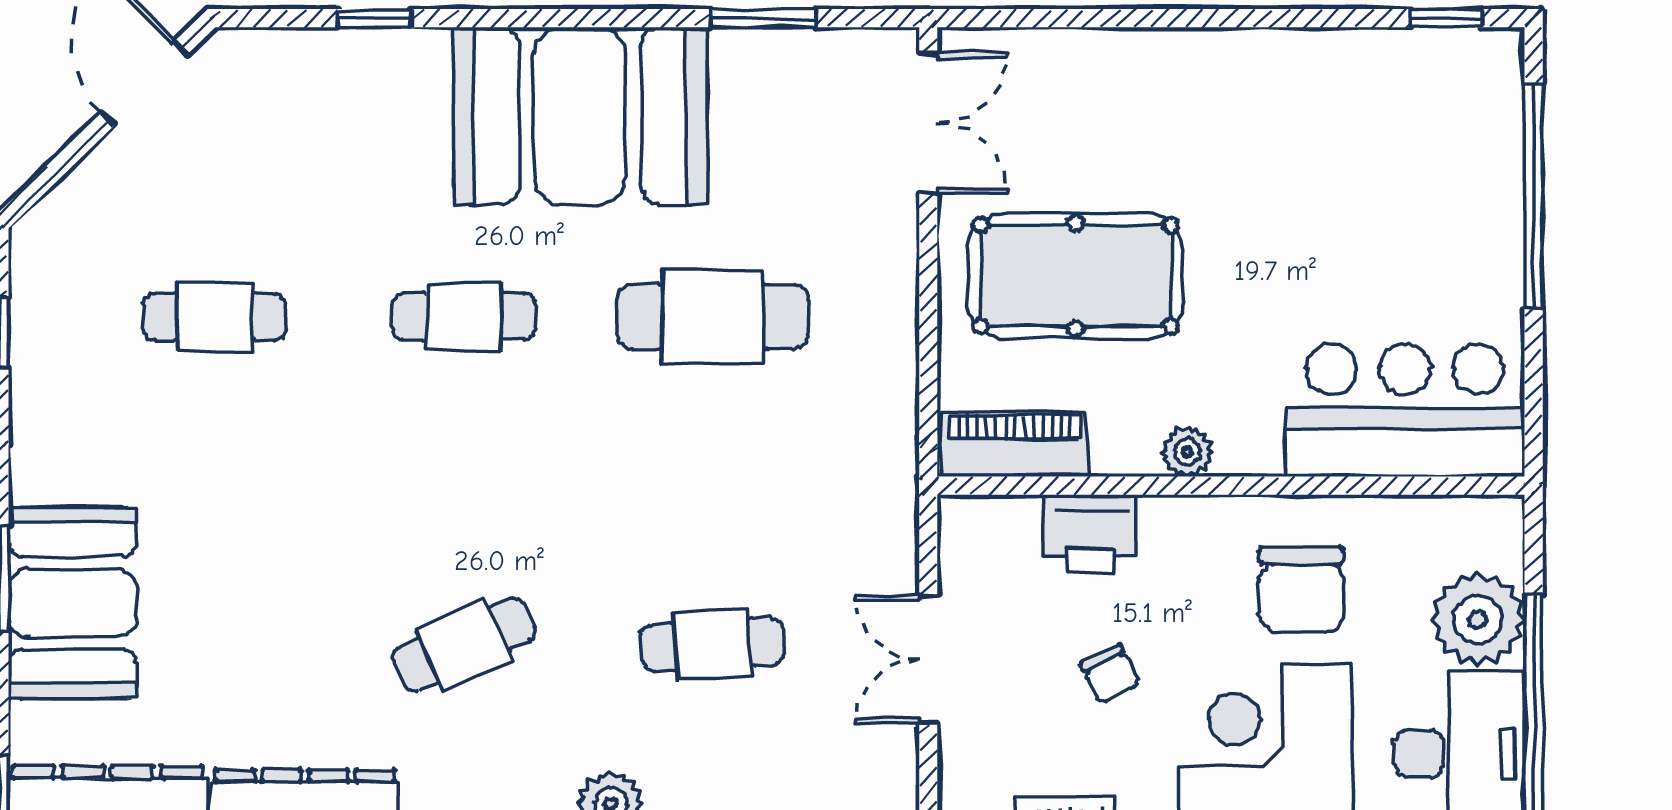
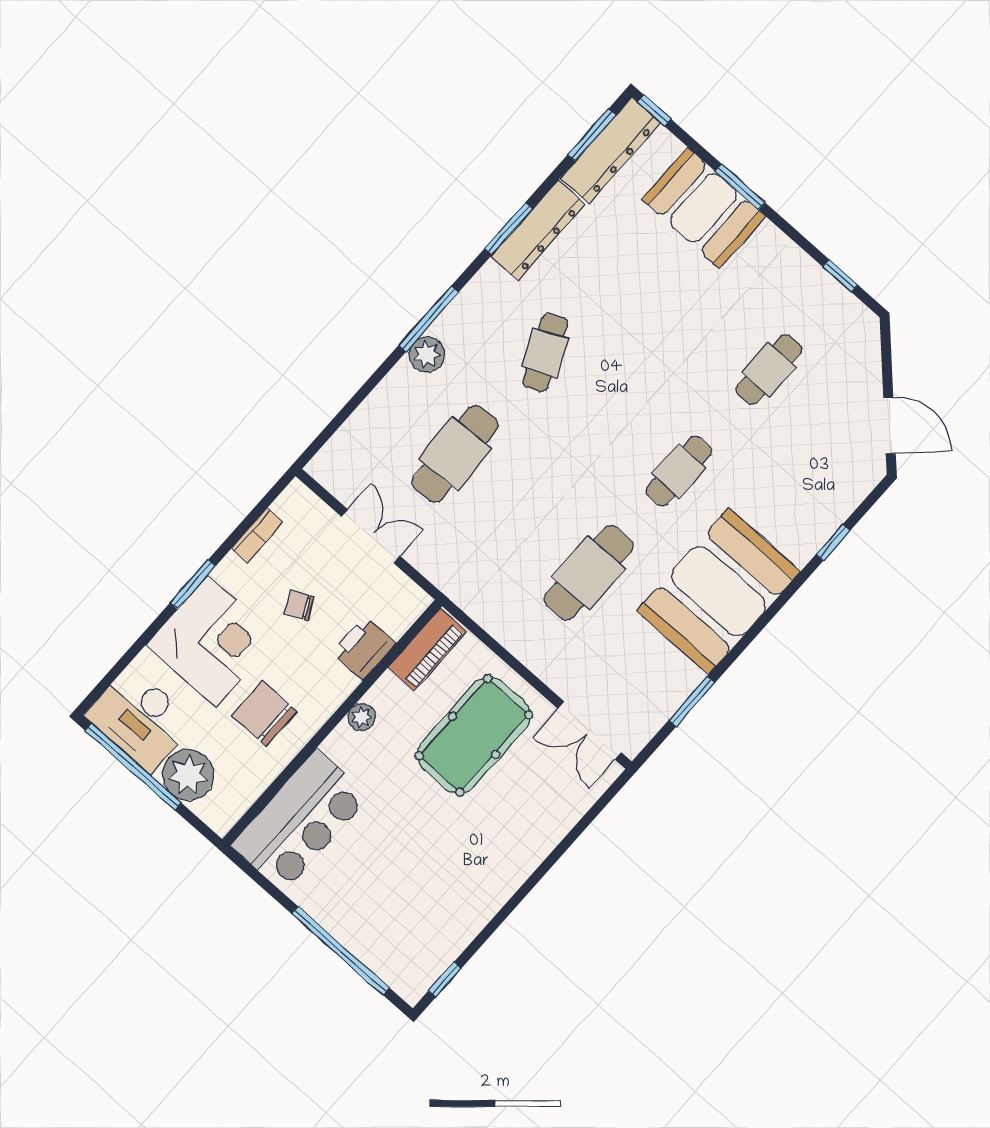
cafe table: (712, 644) -> (455, 454), width x1.37, depth x1.35

